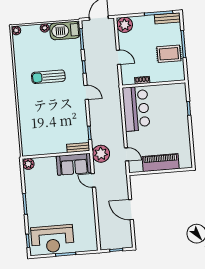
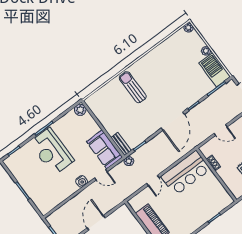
door: (118, 57) -> (220, 130), hinge flipped
sun lounger: (48, 77) -> (133, 87), moved
door: (86, 92) -> (173, 121), width x1.87
plant: (101, 154) -> (129, 161), width x0.53, depth x0.53
door: (126, 154) -> (153, 181), moved
door: (93, 180) -> (101, 175), swing flipped
water cooler: (89, 200) -> (82, 181), added
reception desk: (52, 239) -> (52, 152), moved

